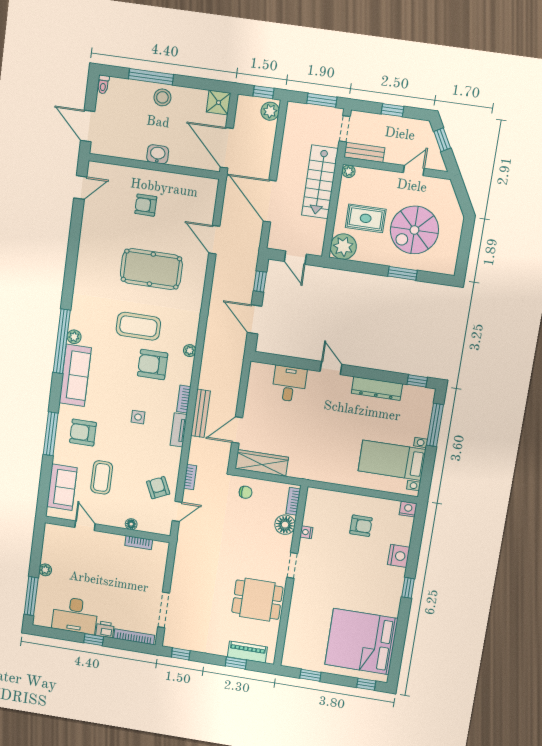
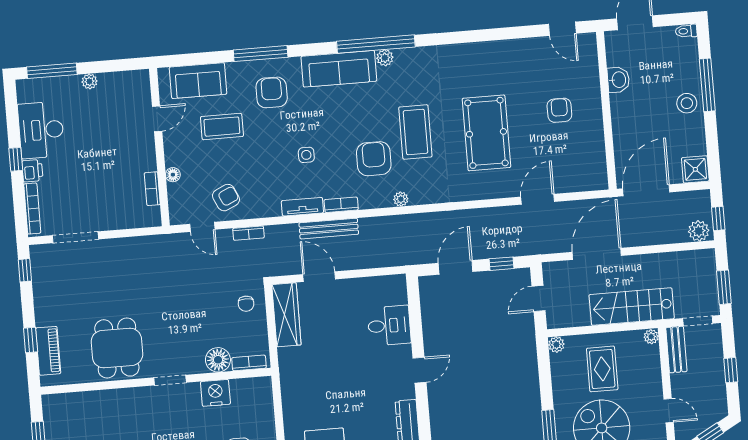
washbasin: (158, 154) -> (618, 80), moved
plant: (343, 247) -> (556, 345), width x0.53, depth x0.53
nightstand: (306, 532) -> (215, 393), width x1.89, depth x1.79

